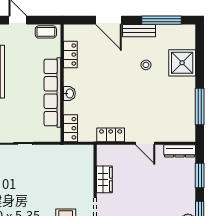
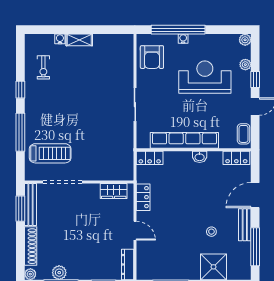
locker: (70, 55) -> (236, 158), moved
washbasin: (69, 93) -> (200, 157), moved
door: (145, 143) -> (135, 231), swing flipped
wardrobe: (104, 179) -> (114, 191), moved

